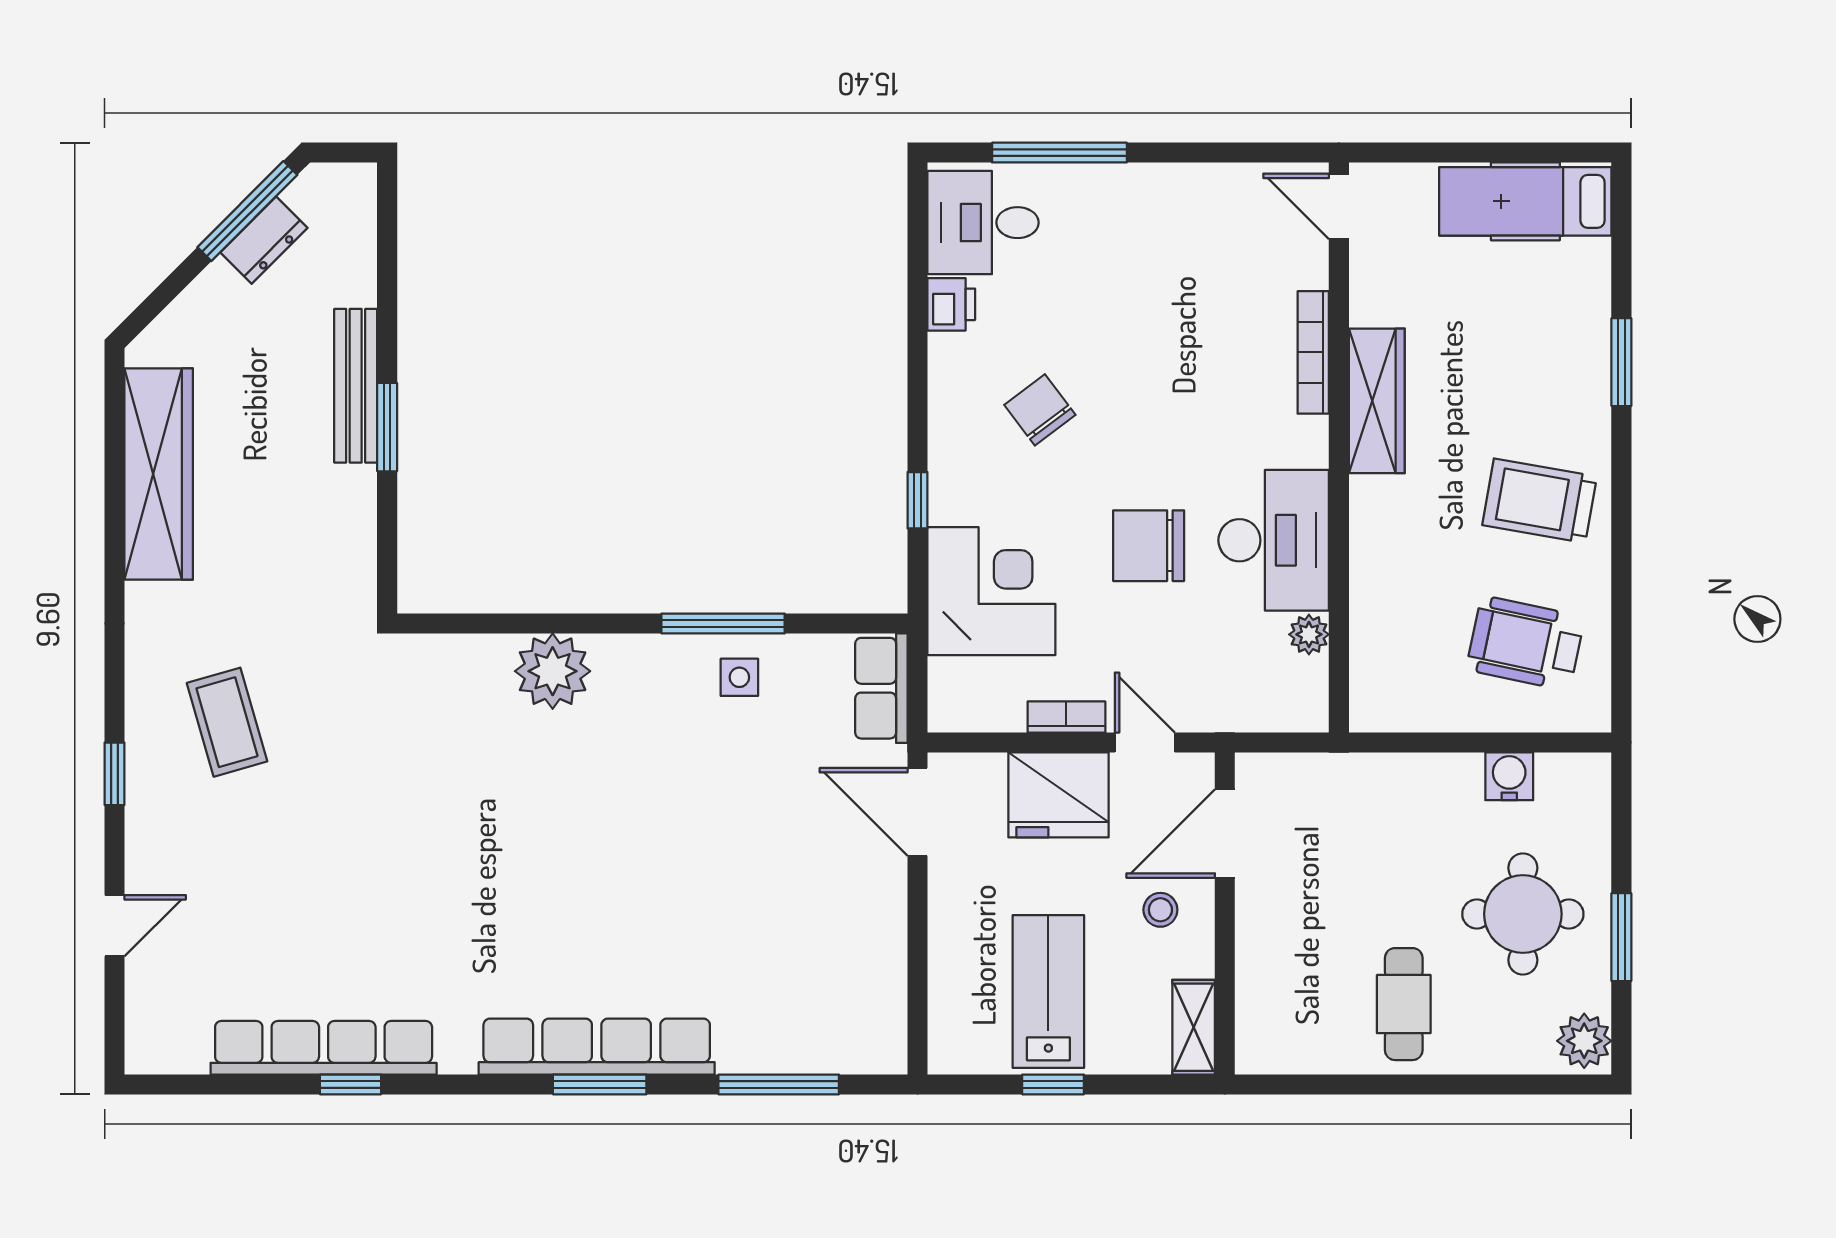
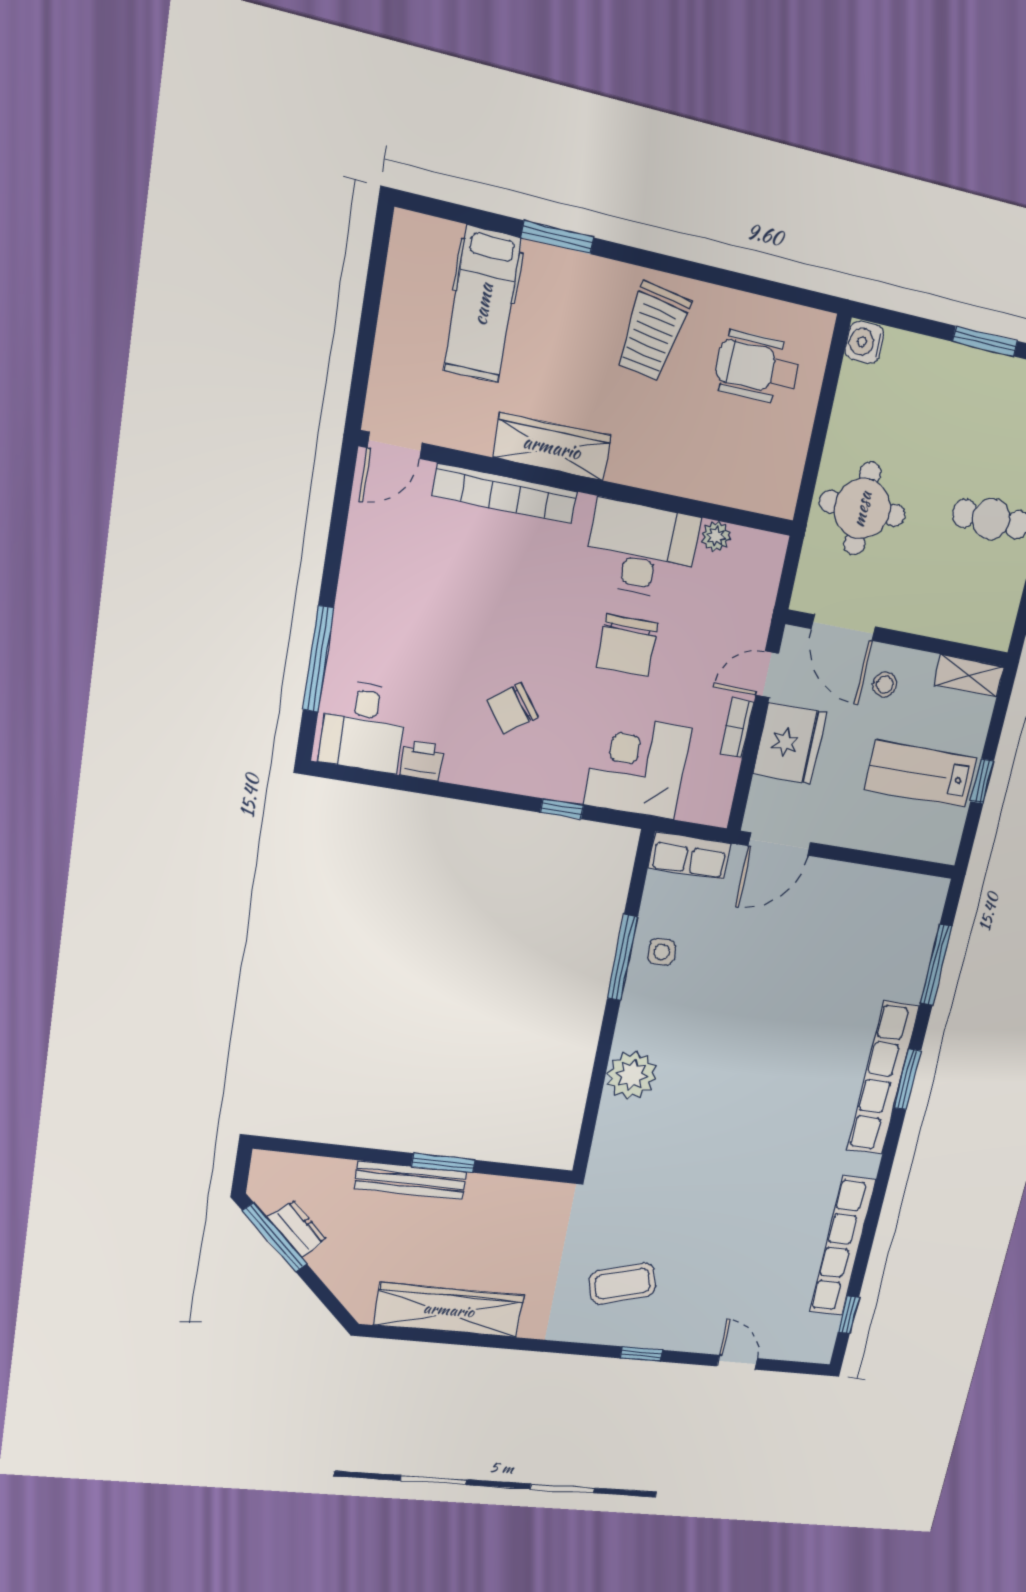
hospital bed: (1525, 201) -> (483, 304), moved
bookcase: (1313, 352) -> (505, 494), width x1.48, depth x1.31
wheelchair: (1525, 643) -> (757, 368), turned 78
water cooler: (1509, 776) -> (864, 342), moved
round table: (1523, 914) -> (862, 509), moved
window: (350, 1084) -> (848, 1315), moved

